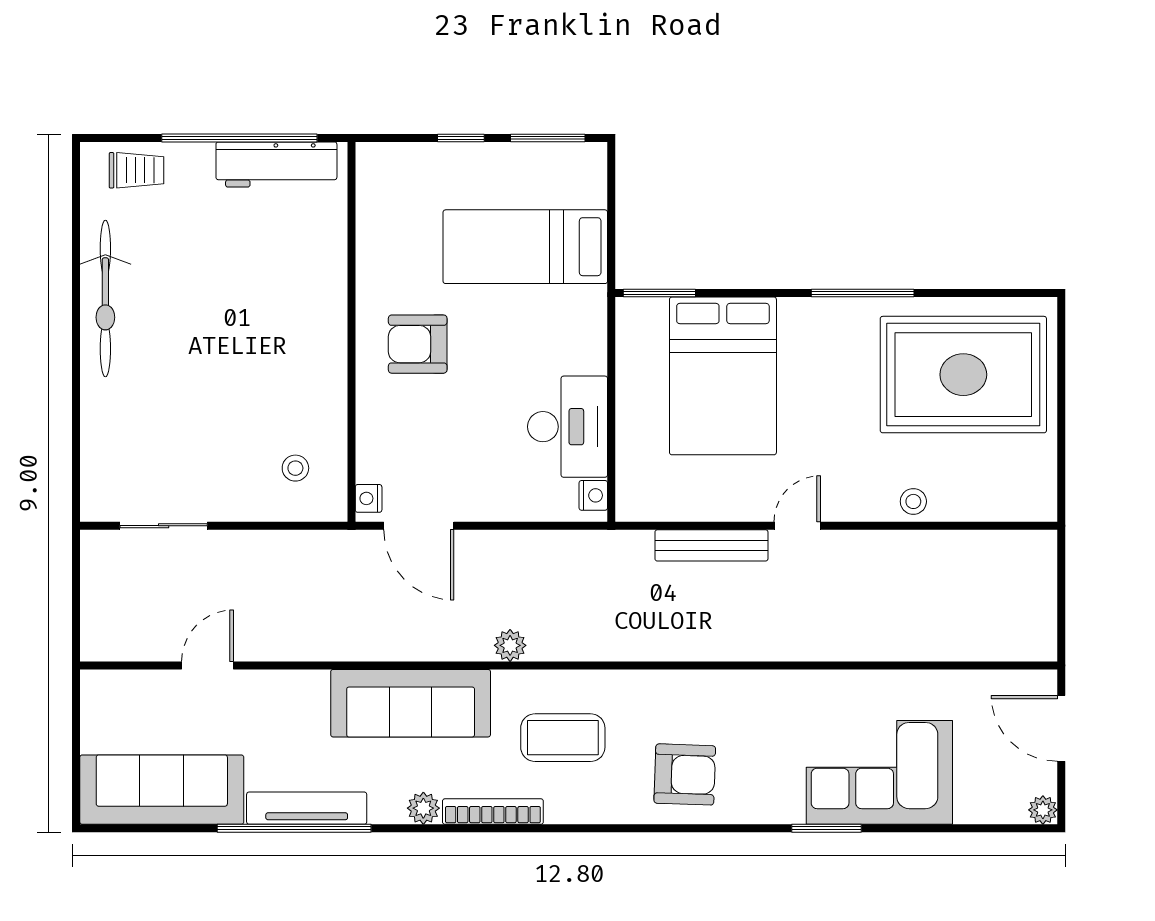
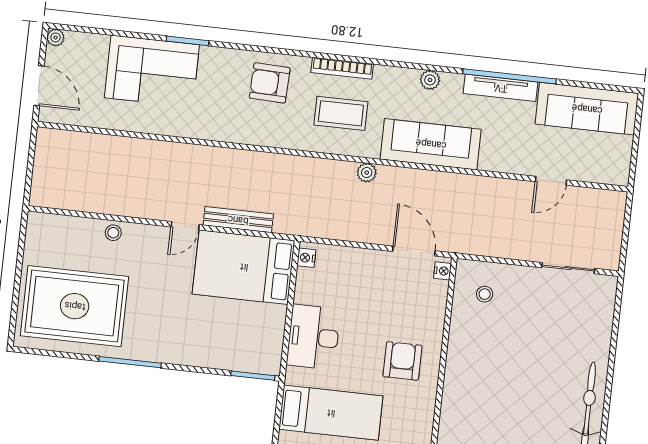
armchair: (418, 344) -> (402, 361), turned -90
bed: (723, 376) -> (244, 267), moved, turned -90
desk: (568, 427) -> (313, 337), moved
bookcase: (493, 812) -> (342, 68), moved

